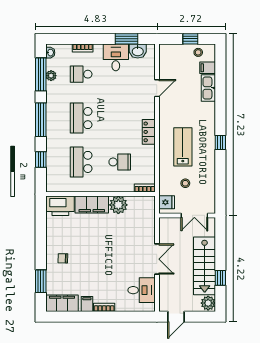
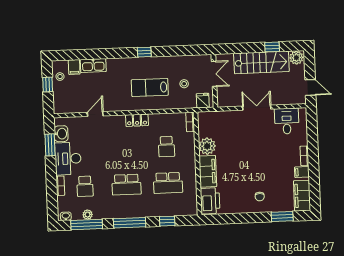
desk: (116, 57) -> (68, 159), width x1.37
door: (157, 88) -> (95, 114), hinge flipped
school desk: (120, 162) -> (166, 147), turned 180

